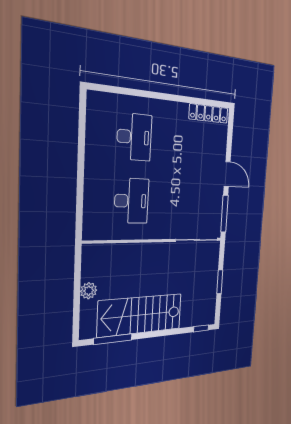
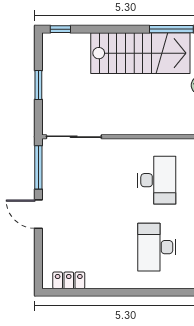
locker: (209, 114) -> (69, 280), width x0.66
desk: (132, 201) -> (157, 180), turned 180

